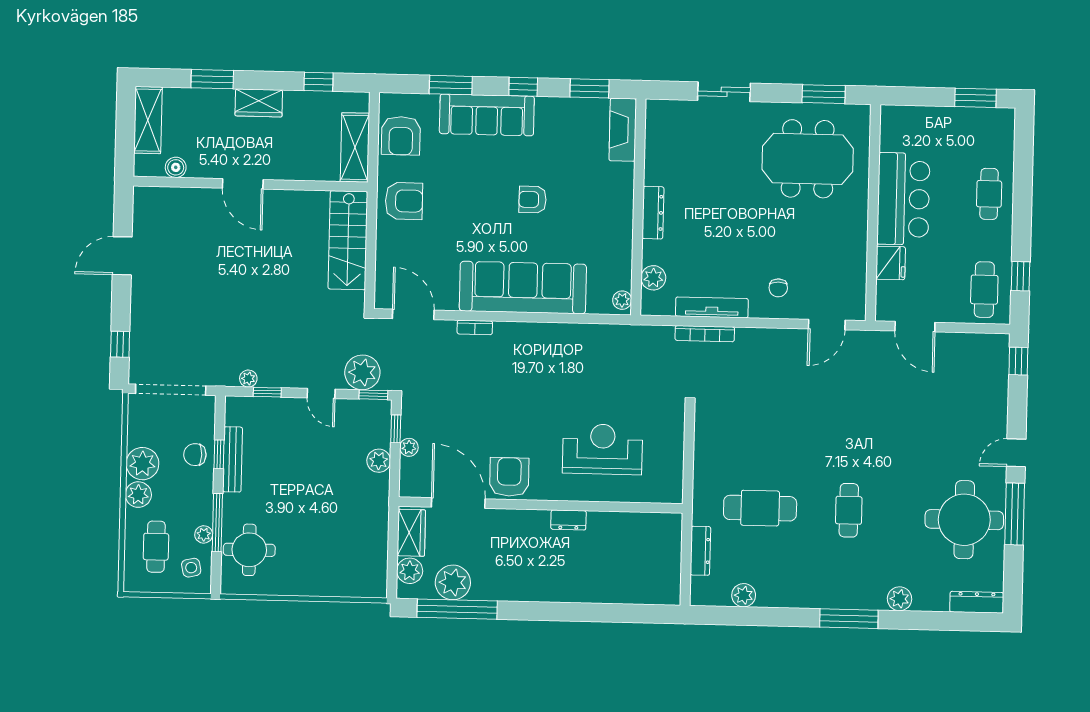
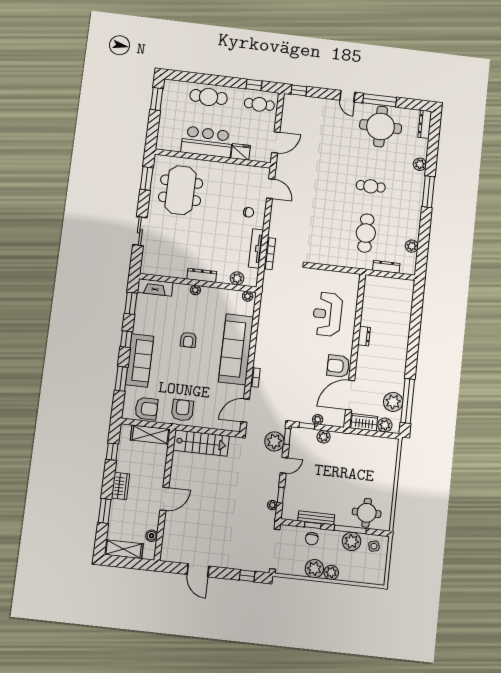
cafe table: (989, 194) -> (209, 97), width x1.37, depth x1.35
plant: (625, 204) -> (195, 290), added
plant: (204, 534) -> (352, 541), width x1.88, depth x1.88
cafe table: (156, 547) -> (361, 565), removed

